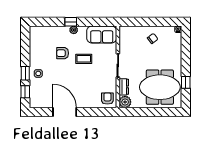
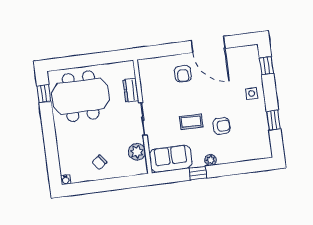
window: (71, 22) -> (198, 173), moved
window: (25, 73) -> (274, 120), moved
window: (186, 82) -> (44, 94), moved
armchair: (107, 99) -> (183, 74), moved
plant: (125, 102) -> (137, 152), moved

